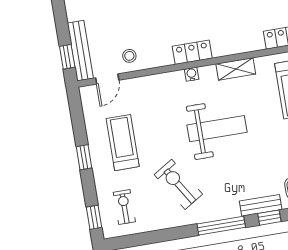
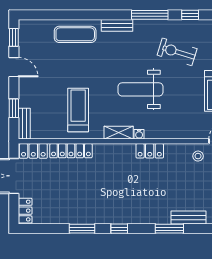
water cooler: (192, 74) -> (139, 134), moved
exercise bike: (178, 184) -> (177, 52), turned 139
window: (269, 218) -> (190, 15), moved

